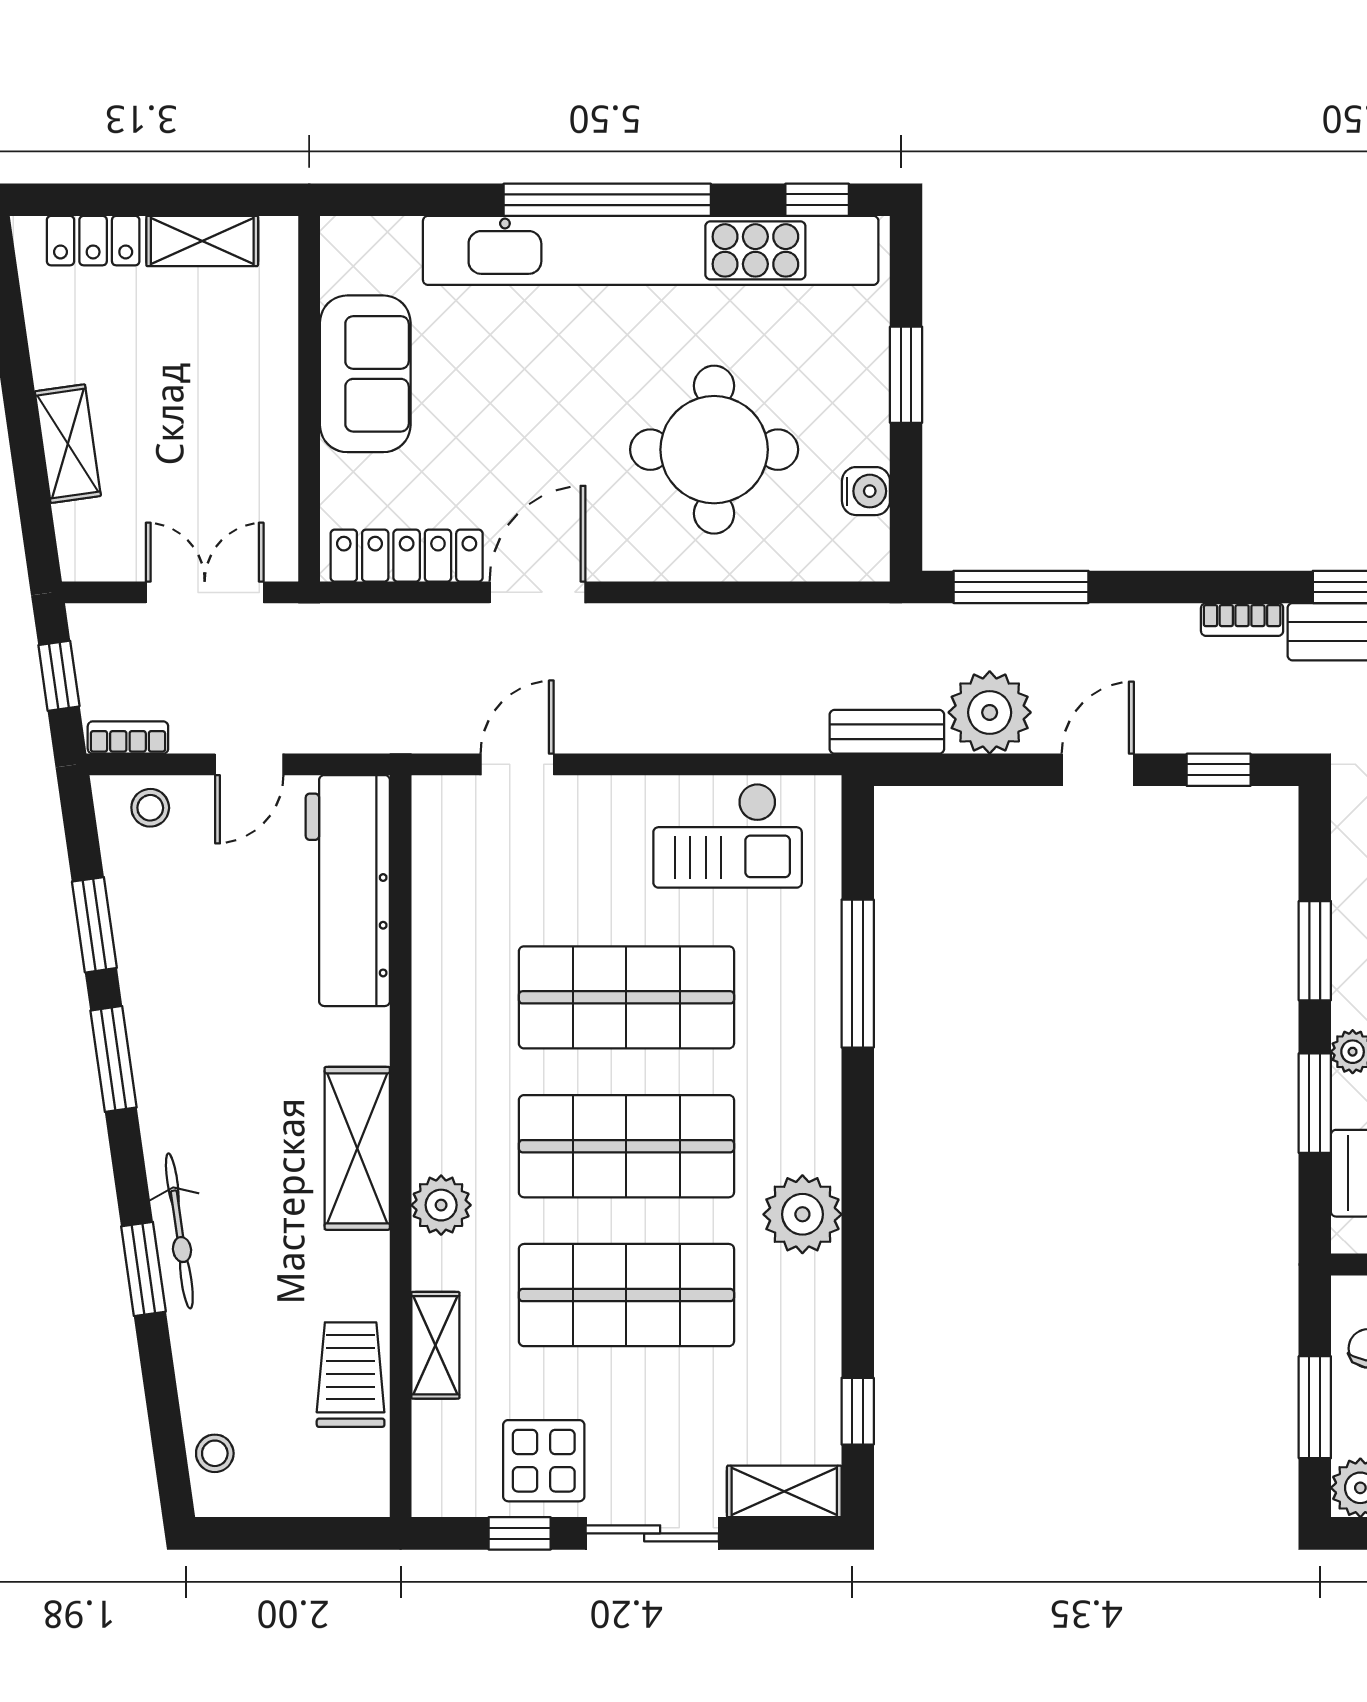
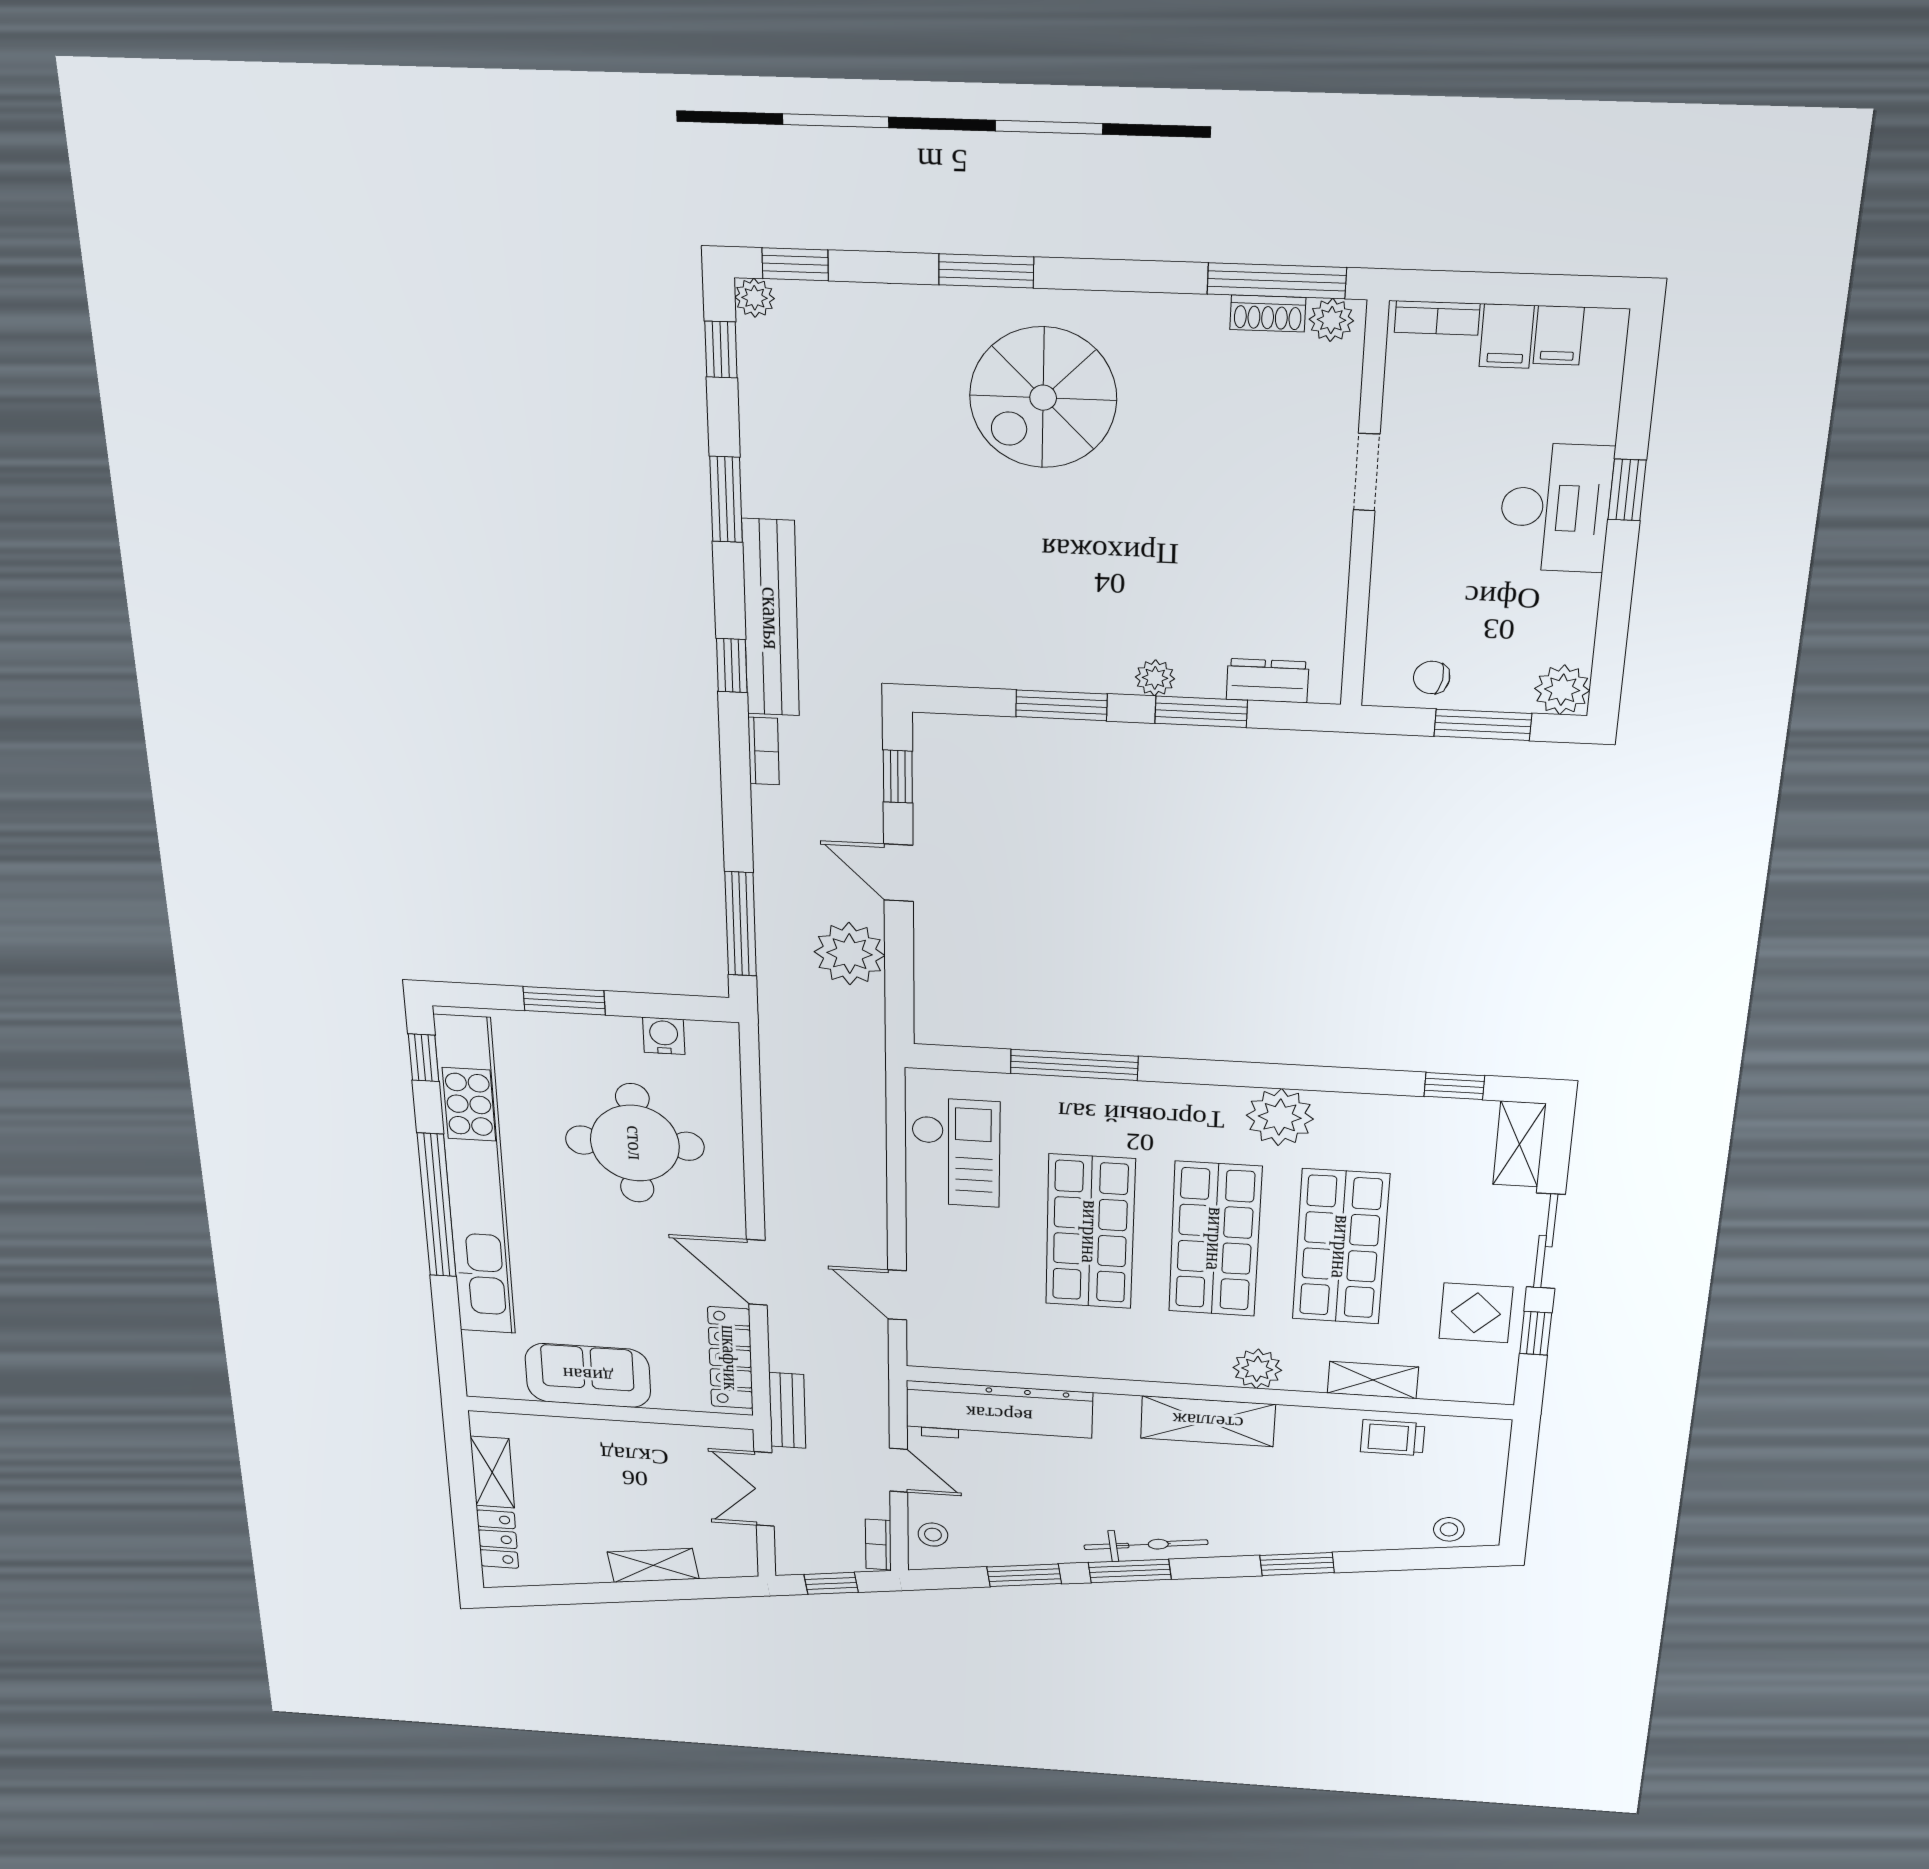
bench: (887, 732) -> (787, 1411), moved
bicycle: (179, 1231) -> (1146, 1545), moved
trolley: (351, 1375) -> (1393, 1438), width x0.73, depth x0.72

